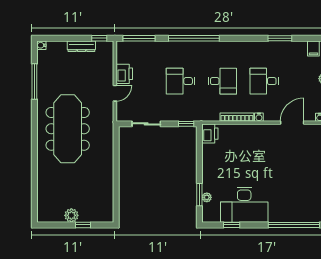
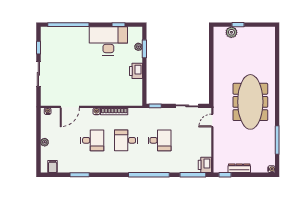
printer: (124, 74) -> (205, 165), moved
door: (115, 93) -> (212, 121), moved
printer: (210, 134) -> (136, 71), moved
plant: (71, 215) -> (231, 32), moved

